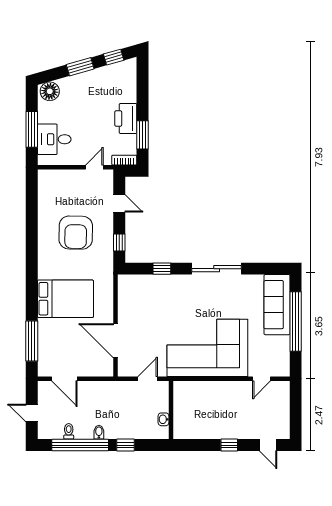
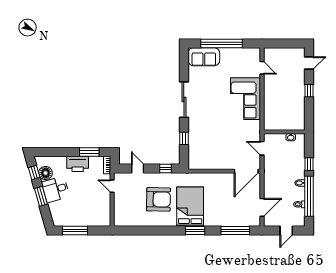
floor lamp: (50, 91) -> (46, 173), moved
window: (32, 129) -> (75, 231), moved
desk: (54, 139) -> (56, 189), moved, turned 74
door: (119, 203) -> (138, 169), hinge flipped
window: (32, 284) -> (195, 231), added
bed: (65, 299) -> (190, 207), moved
sofa: (277, 305) -> (204, 57), width x0.73
door: (116, 341) -> (246, 171), moved
corner sofa: (207, 348) -> (245, 99), width x0.73, depth x0.74

